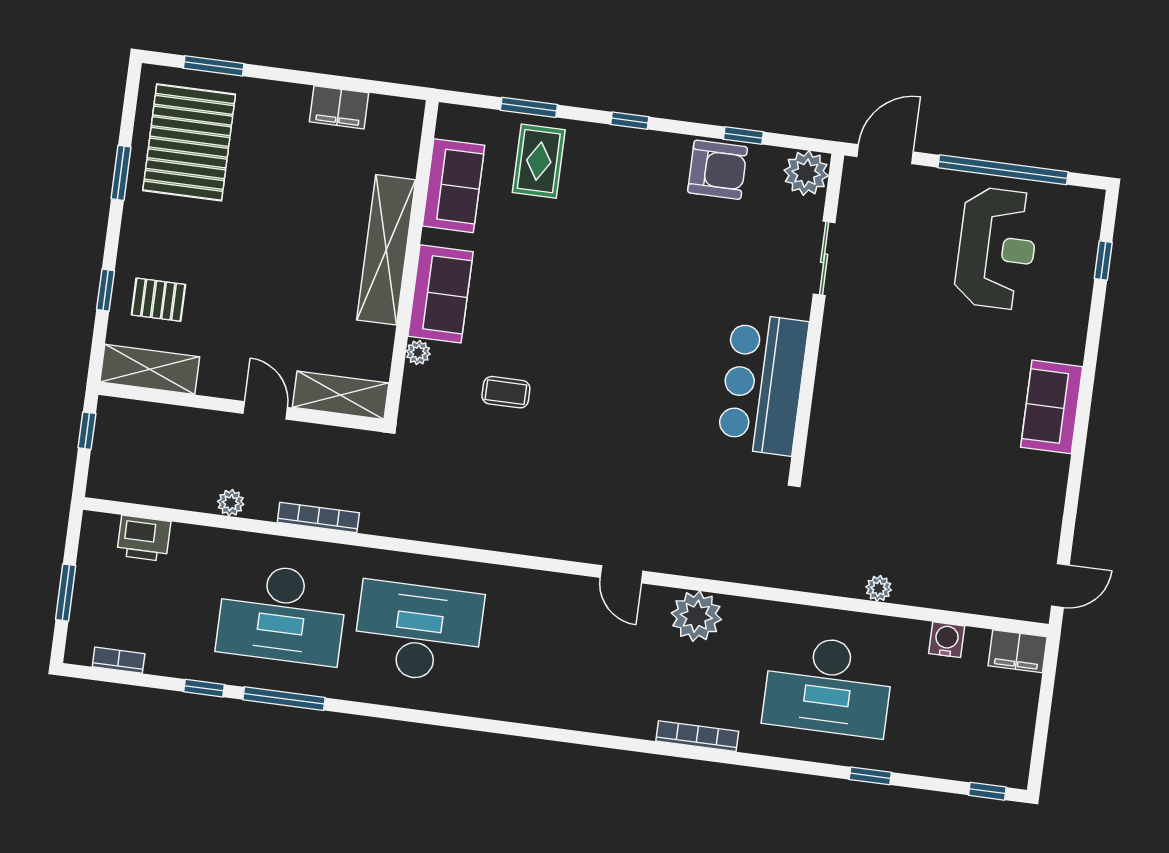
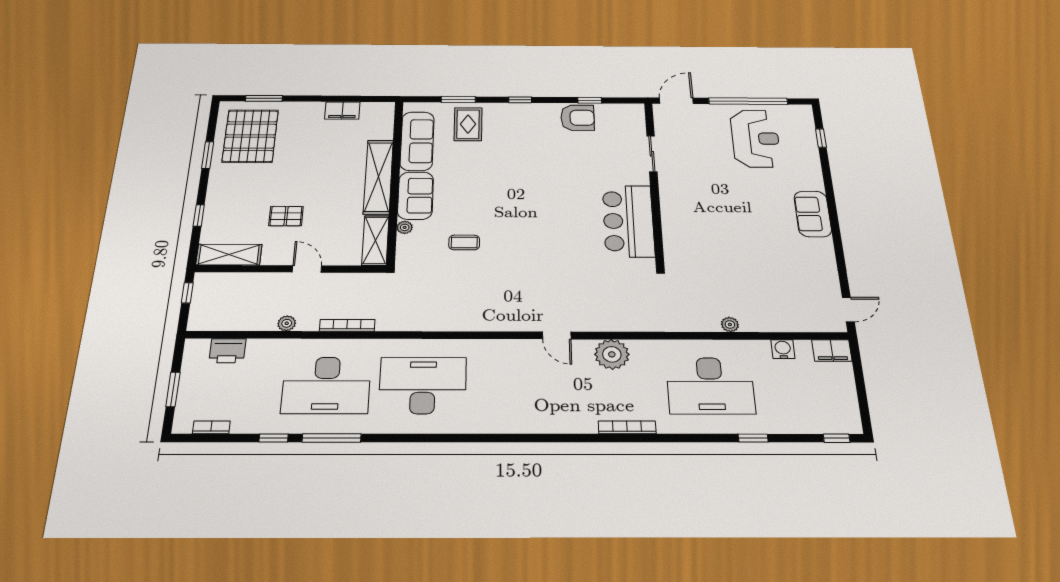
plant: (806, 173) -> (631, 114), removed
sofa: (454, 186) -> (417, 141), width x1.36
pallet: (158, 300) -> (286, 216), moved
shelving: (341, 395) -> (375, 240), moved, turned 90

